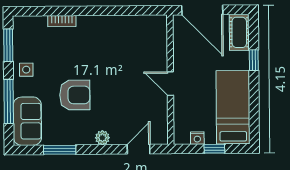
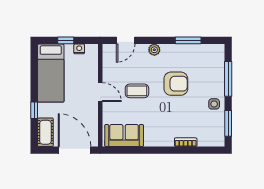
coffee table: (124, 86) -> (137, 91), added
armchair: (75, 95) -> (176, 84), turned 180
sofa: (27, 121) -> (124, 136), moved, turned 90

